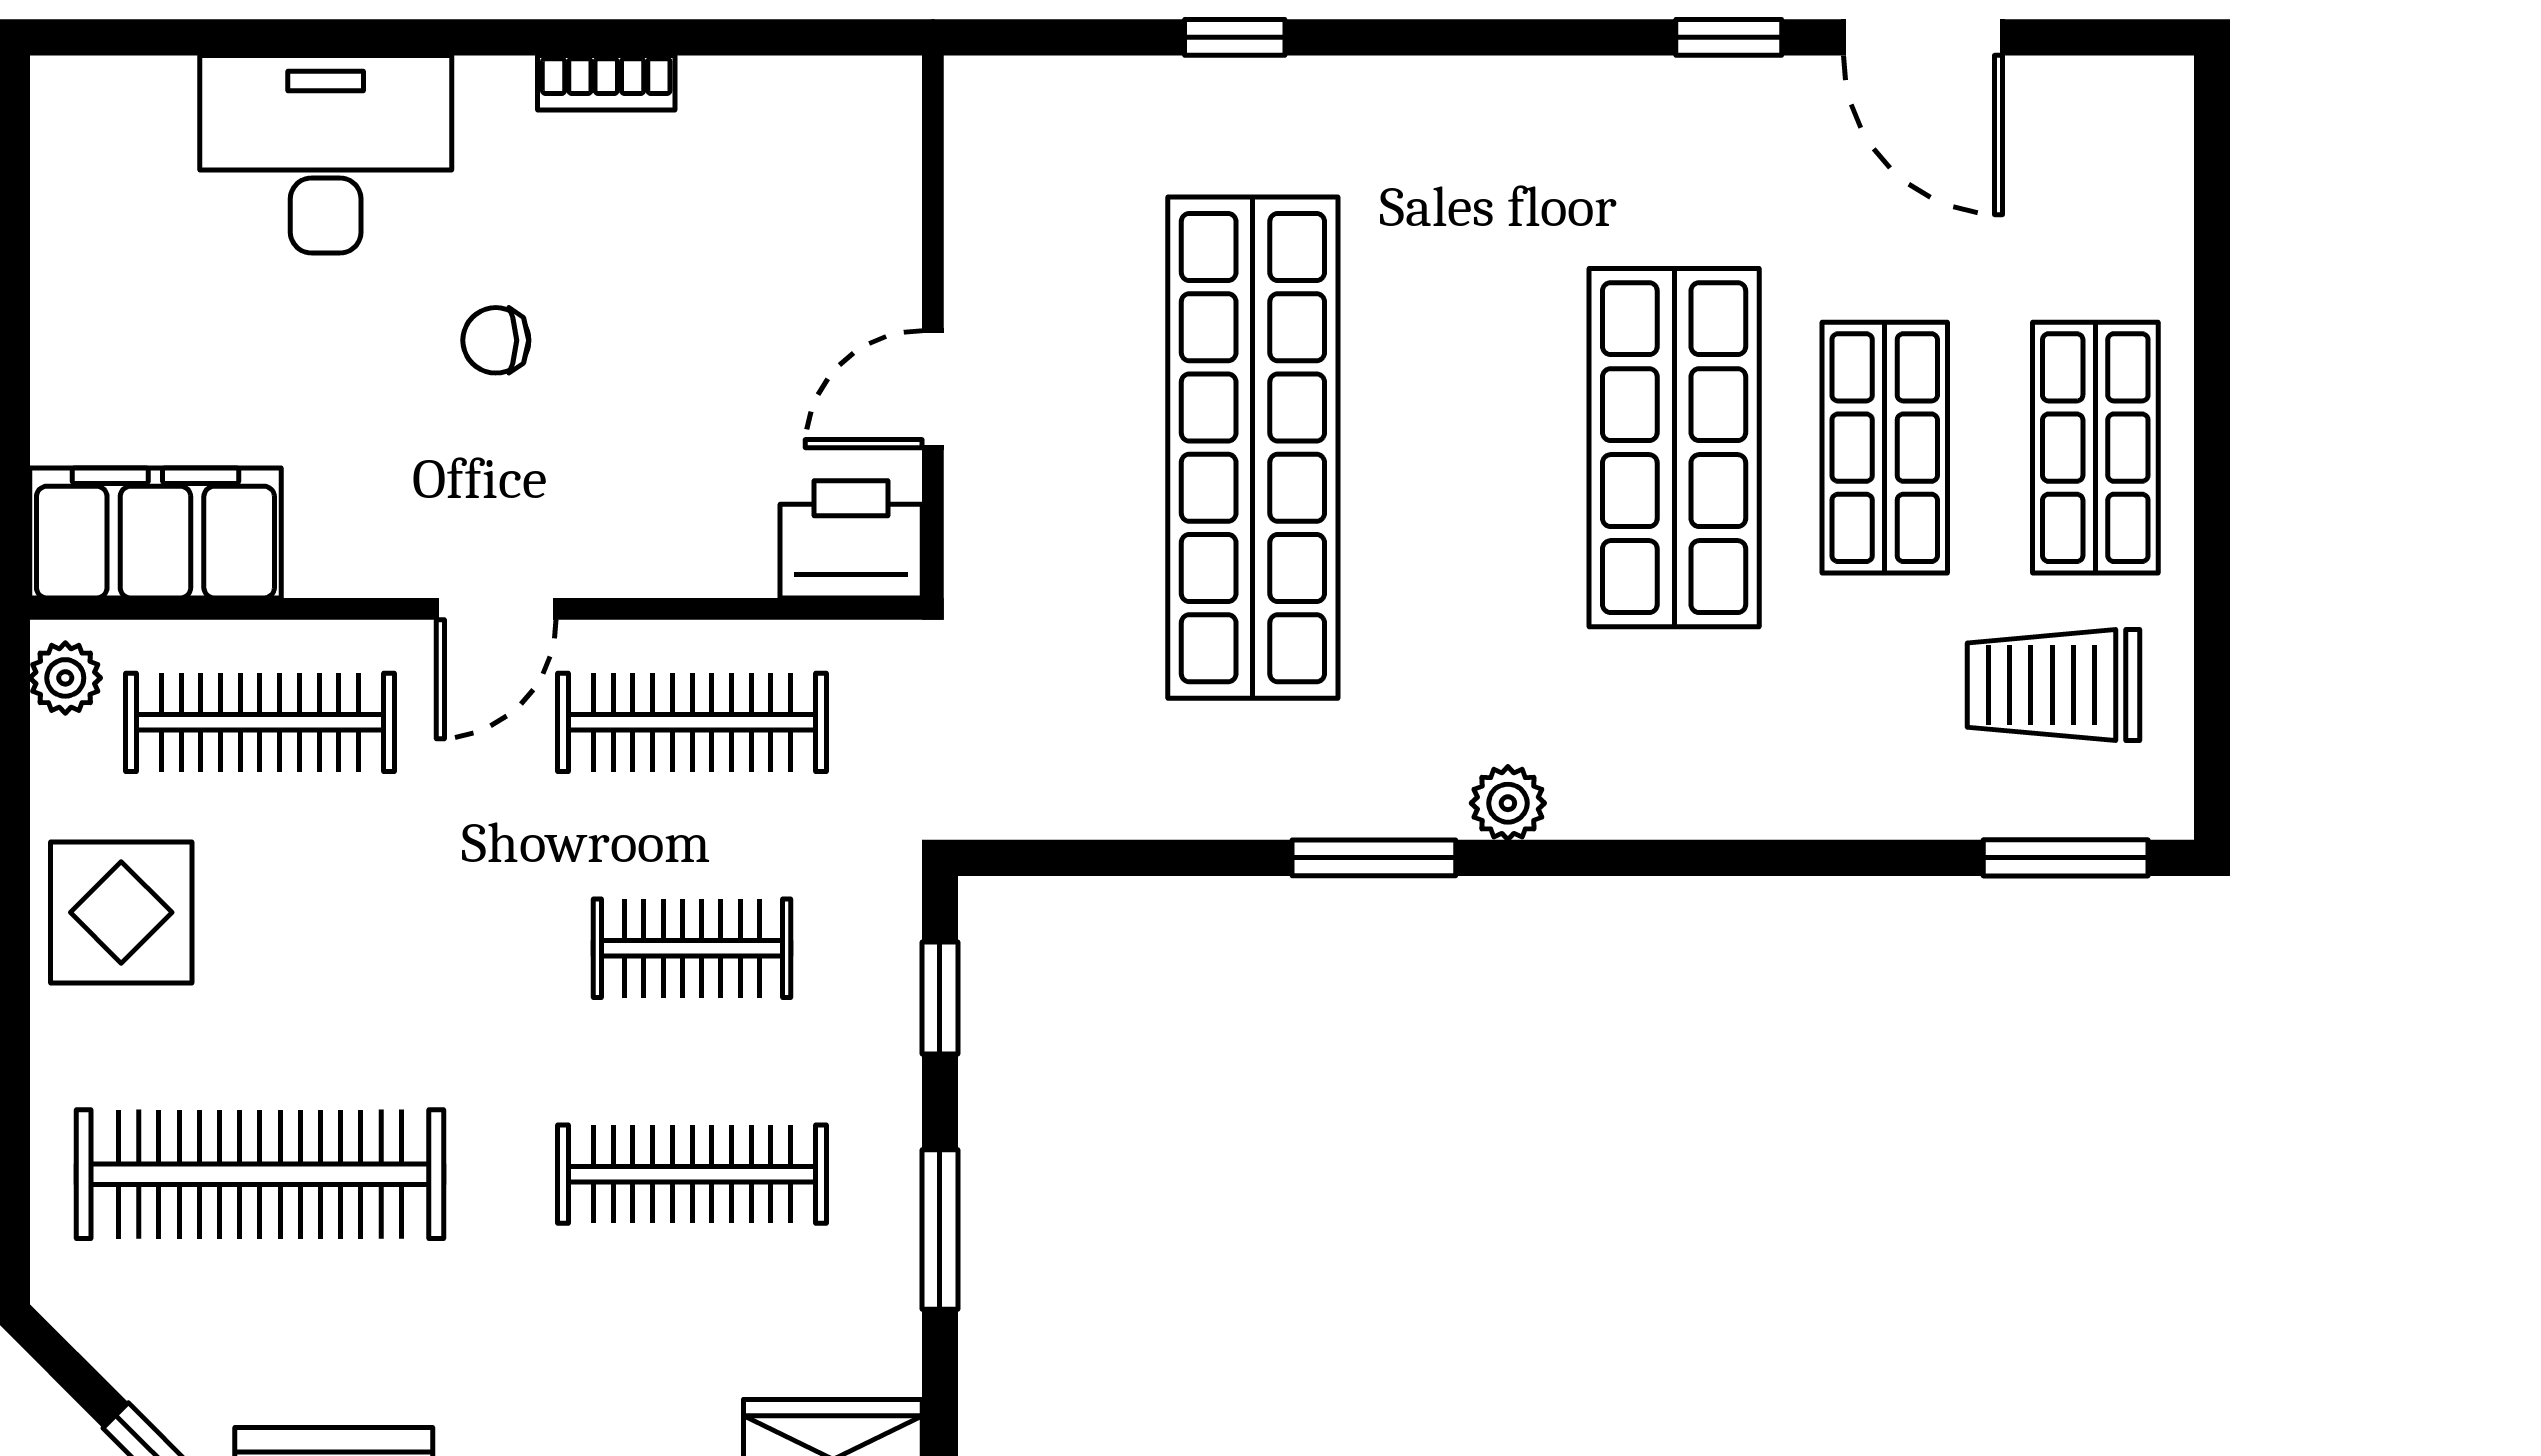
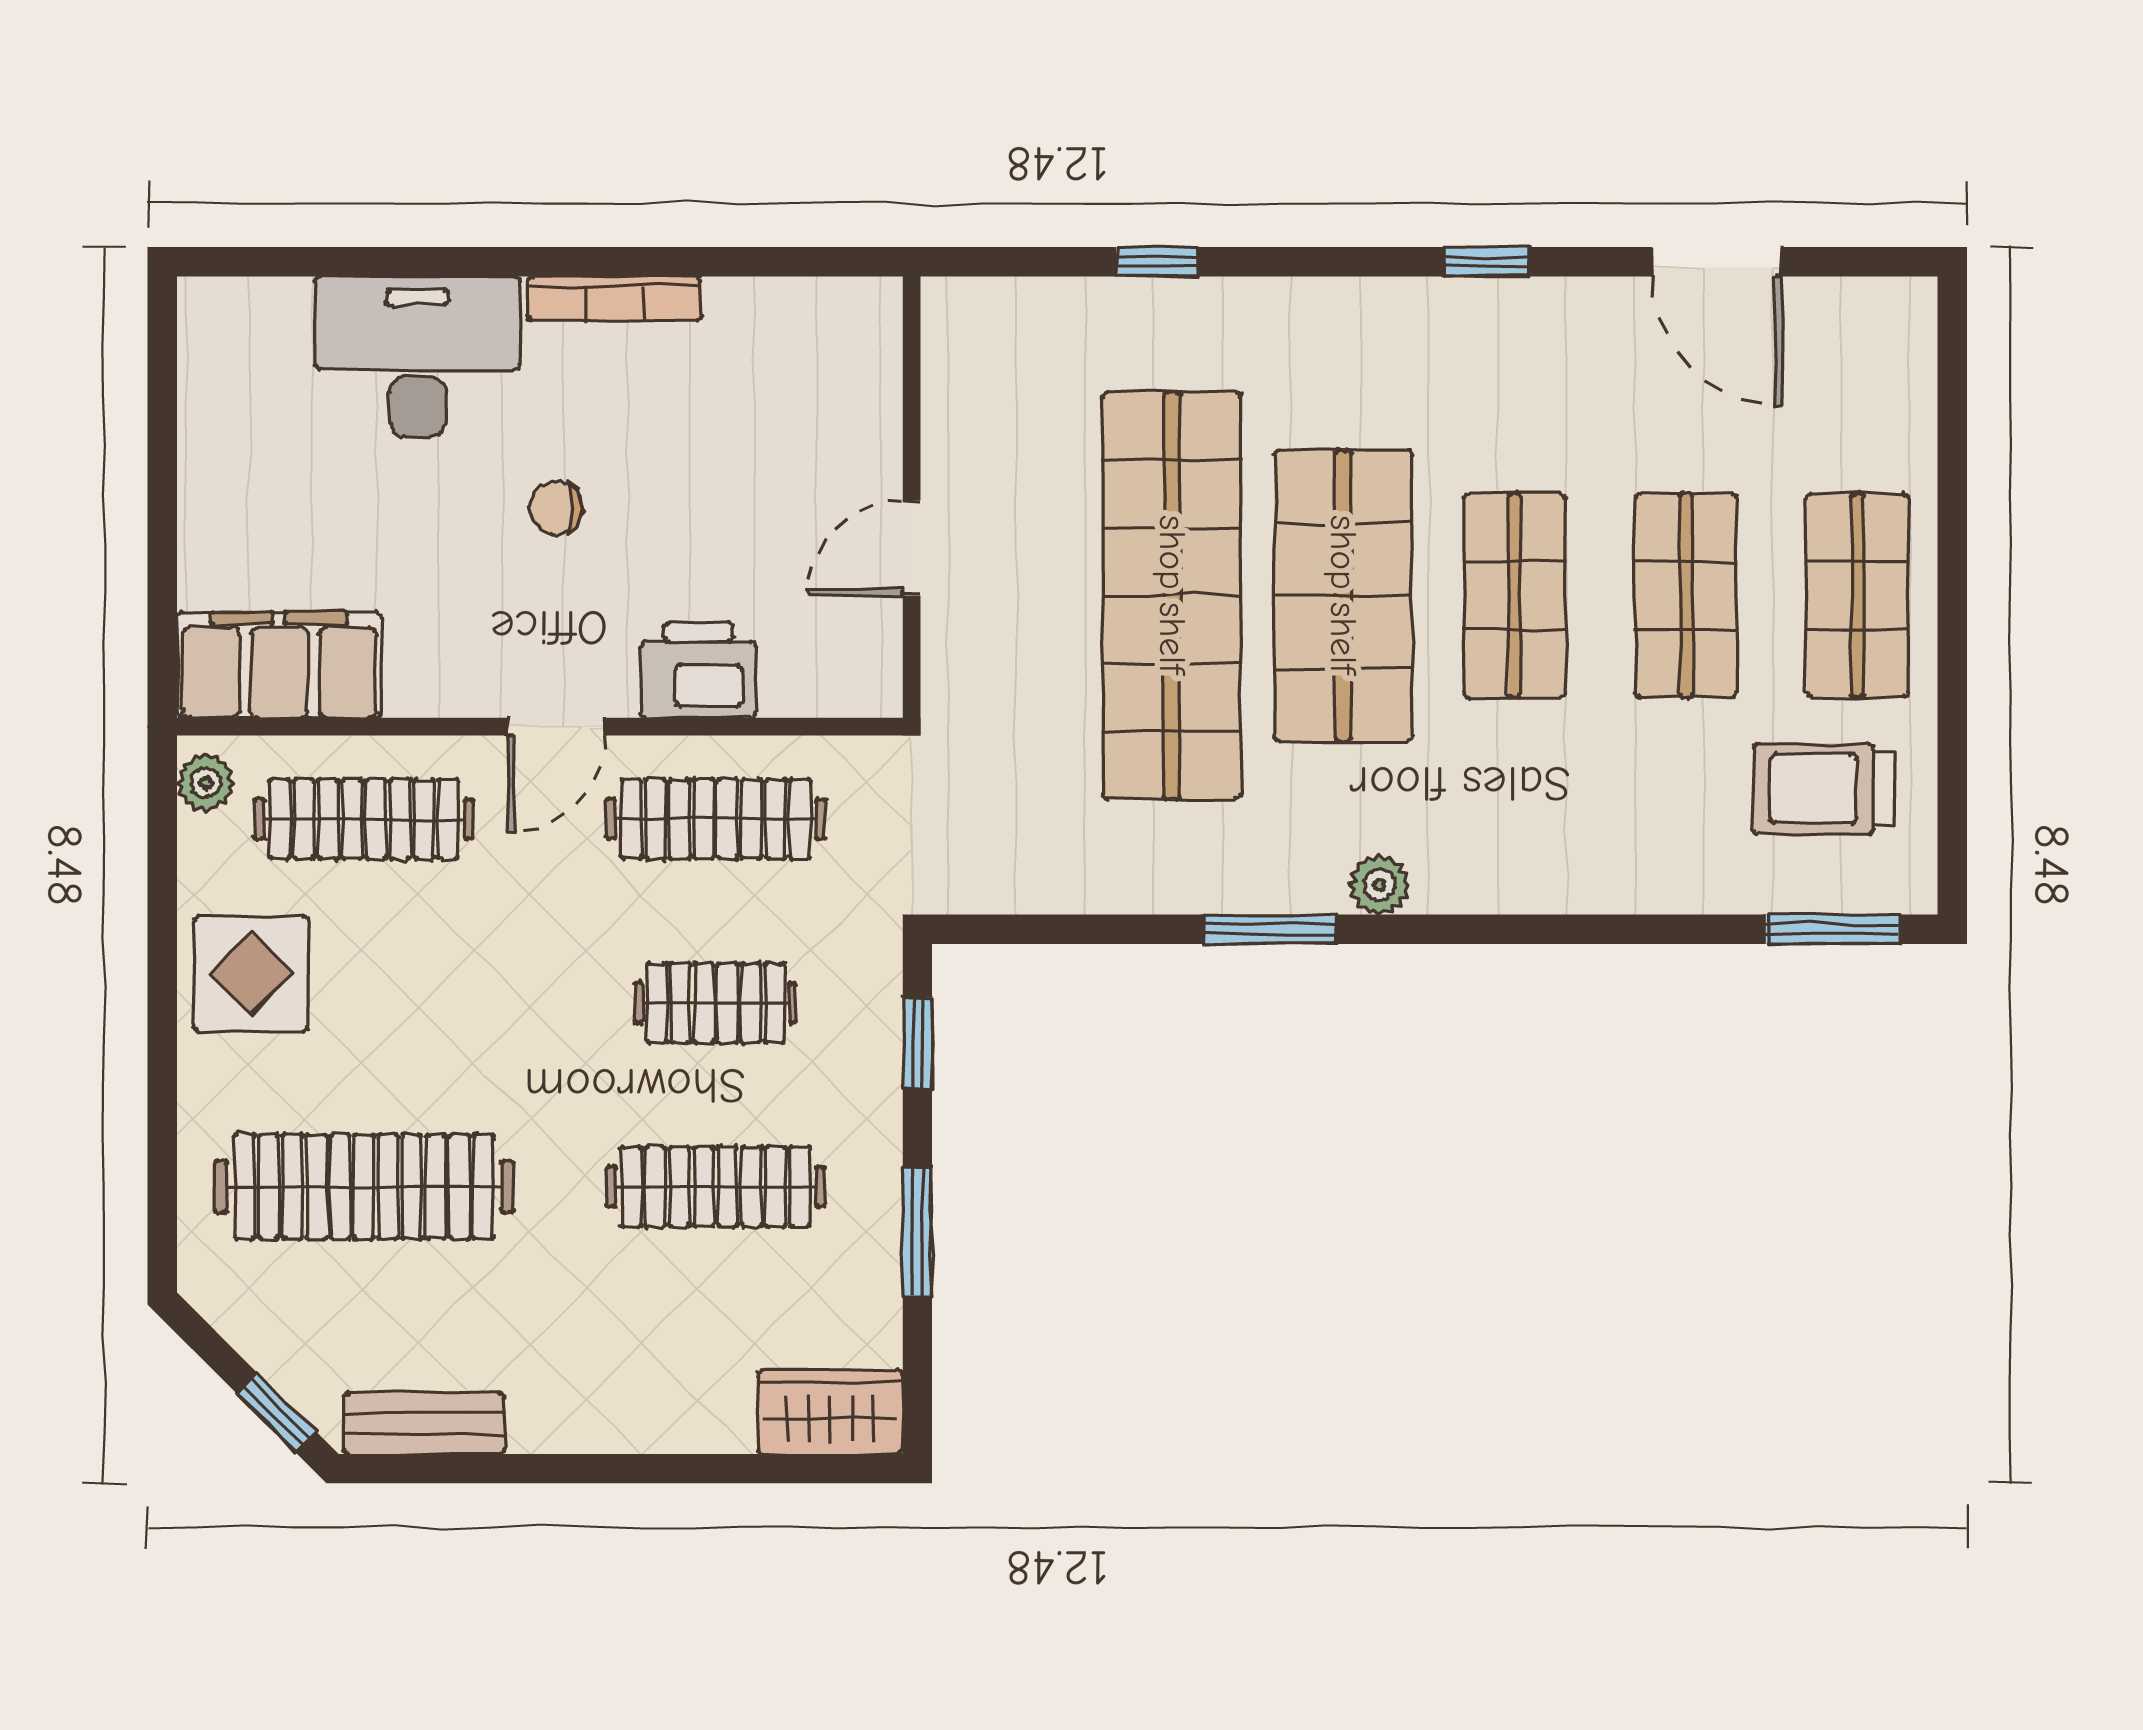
window: (1729, 37) -> (1487, 262), moved
bookcase: (606, 83) -> (614, 299), width x1.56
shop shelf: (1464, 448) -> (1343, 595), added
shop shelf: (1674, 448) -> (1515, 595), width x0.70, depth x0.74
printer: (851, 539) -> (698, 670), moved

